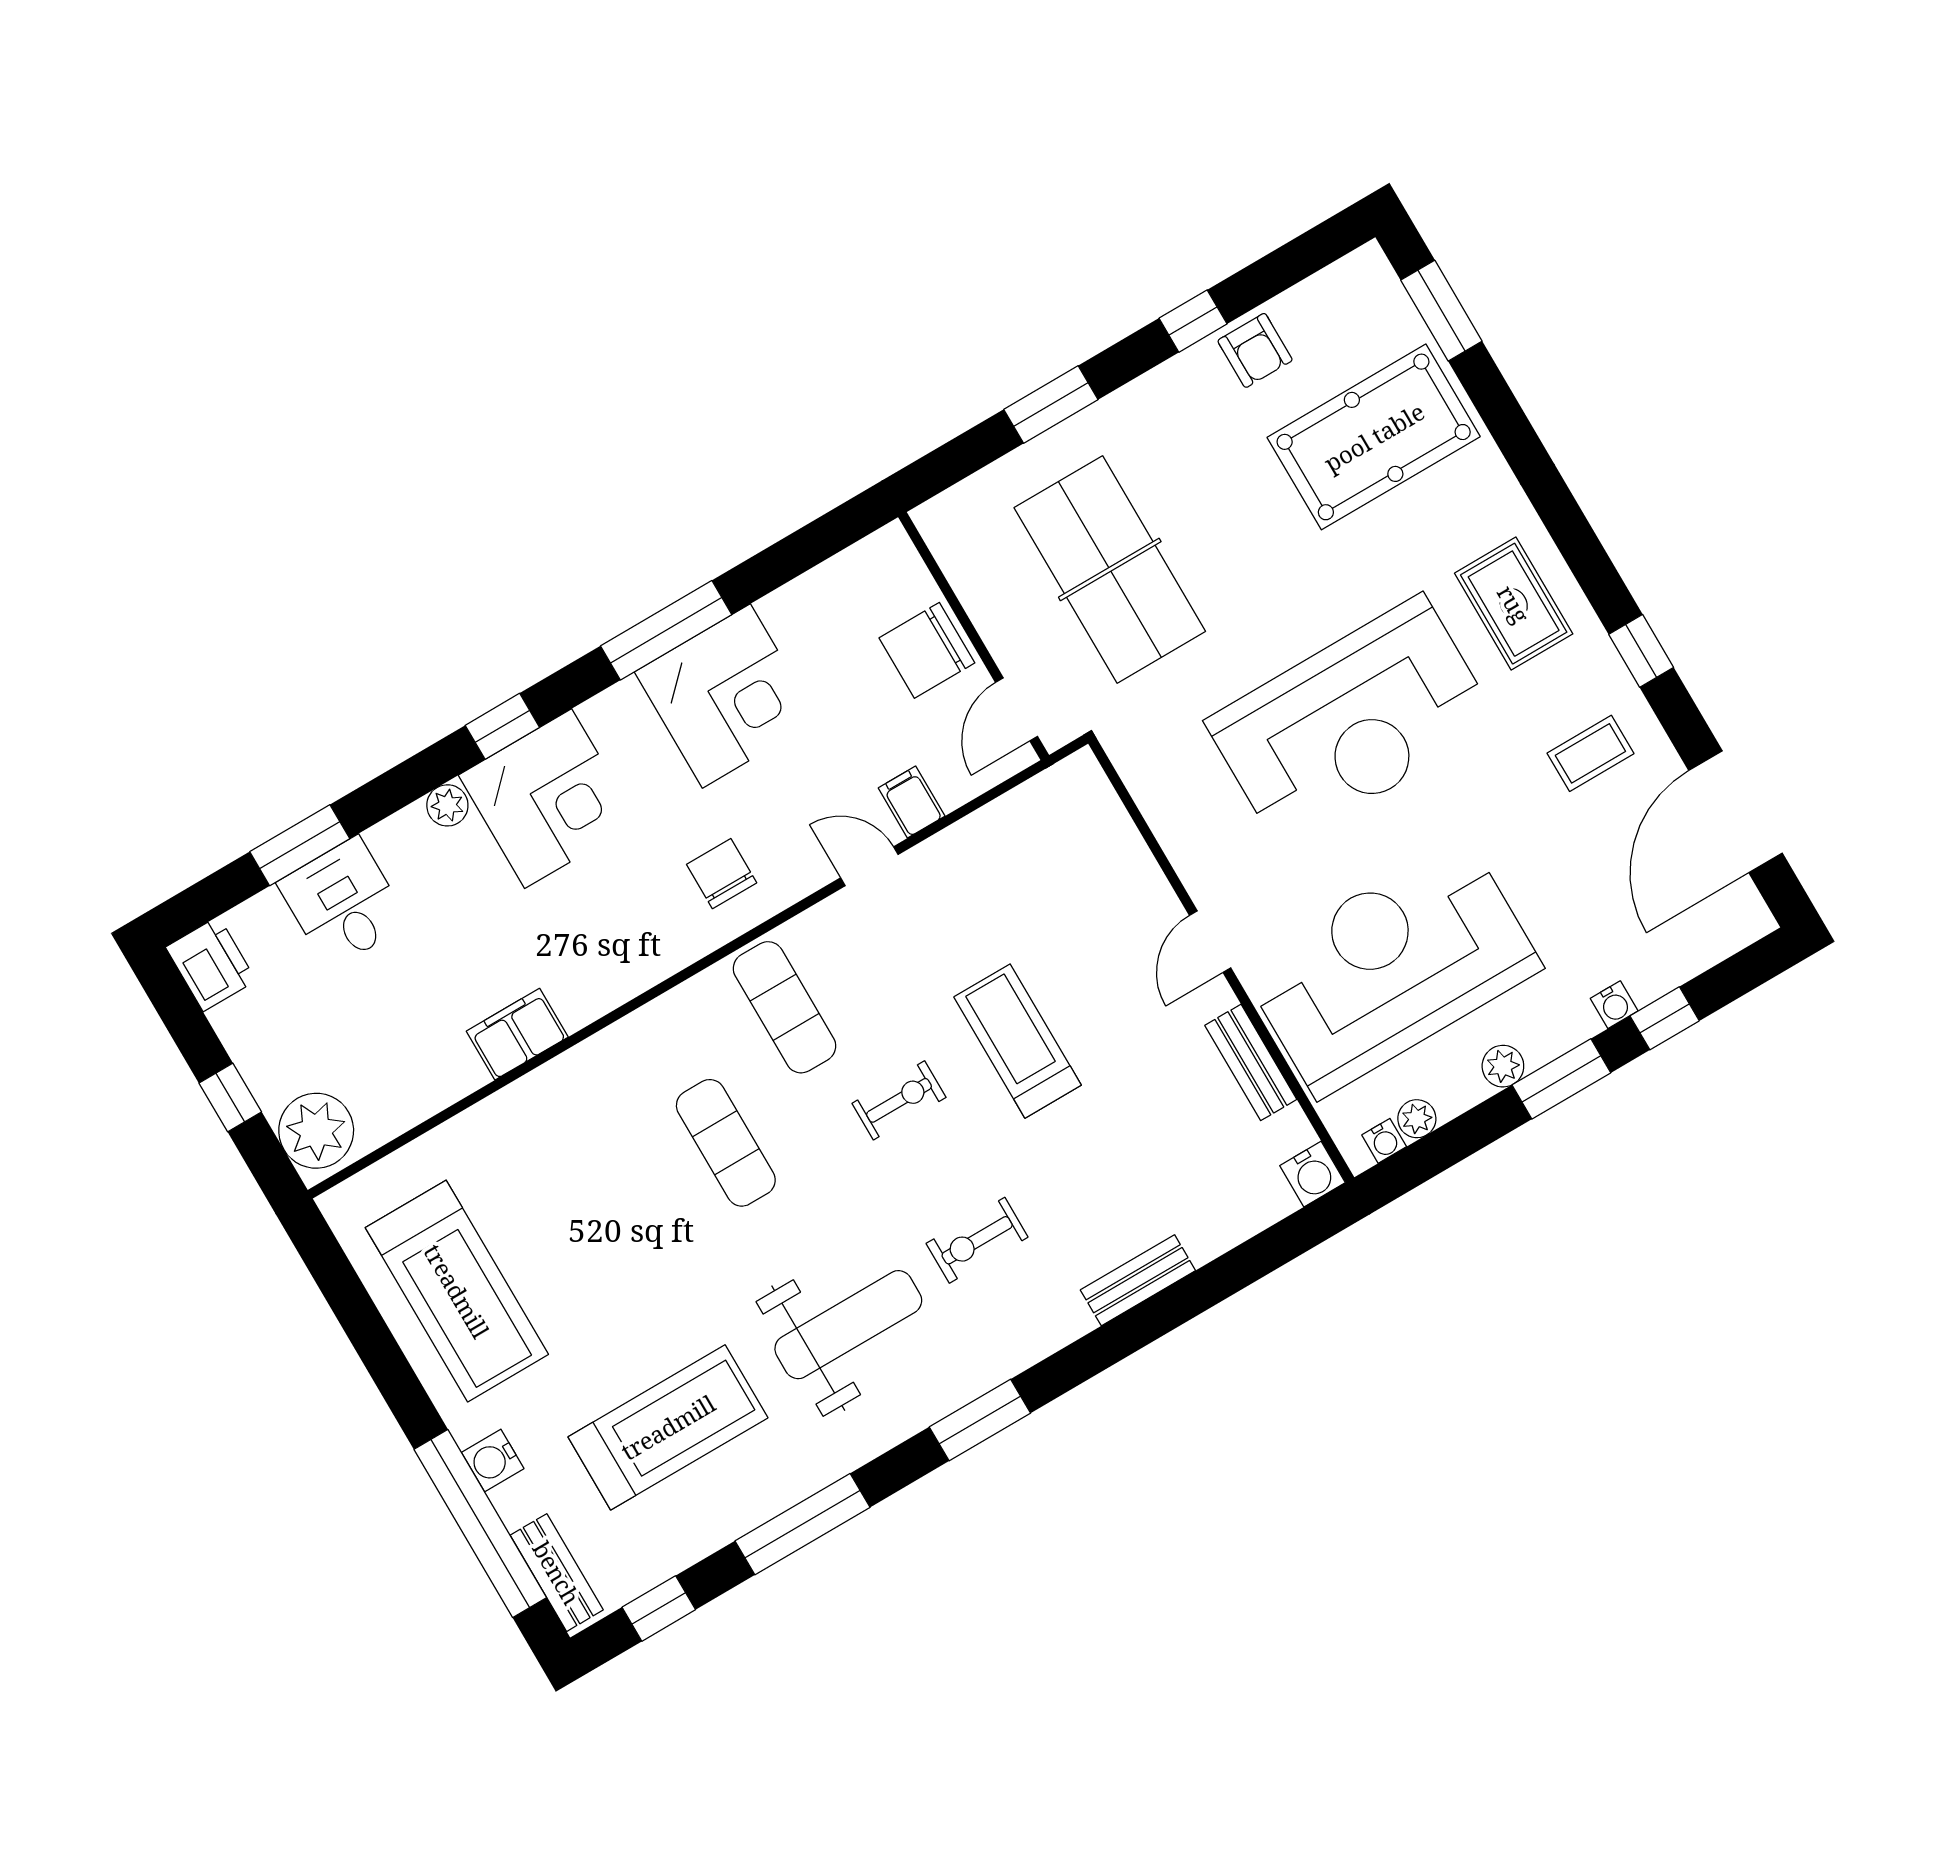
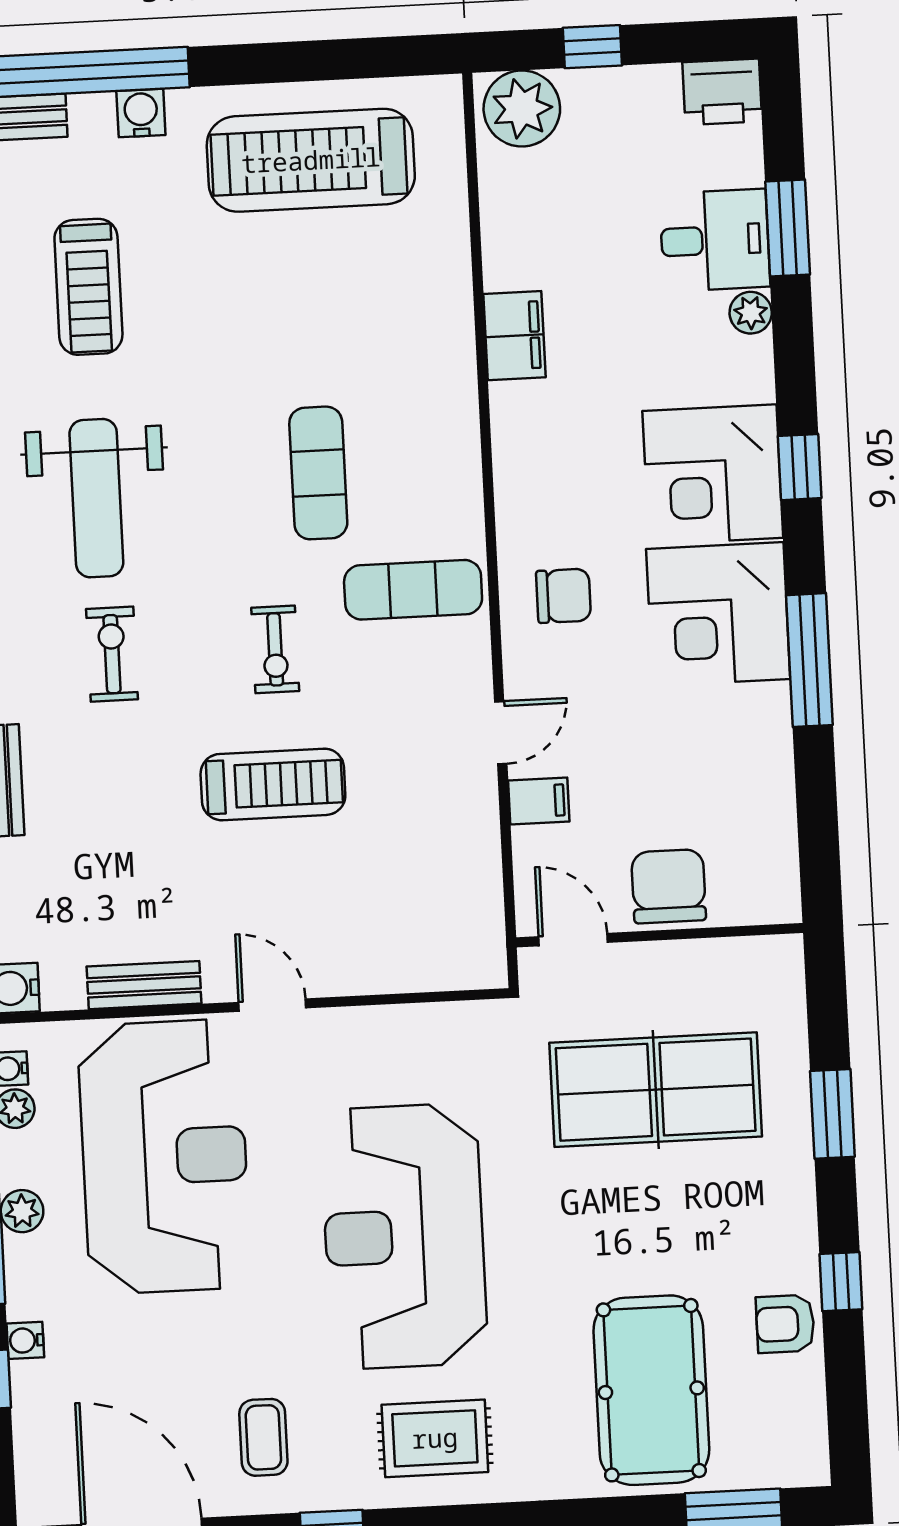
corner desk: (726, 696) -> (718, 614), moved
plant: (447, 805) -> (751, 313), moved
exercise mat: (726, 1143) -> (318, 473), turned 90
treadmill: (668, 1427) -> (88, 287), width x0.73, depth x0.73

